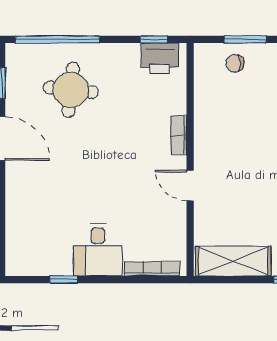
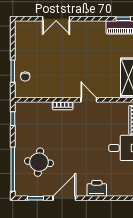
printer: (160, 58) -> (97, 188), moved, turned -90
door: (190, 185) -> (89, 100), swing flipped

